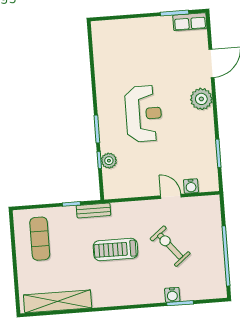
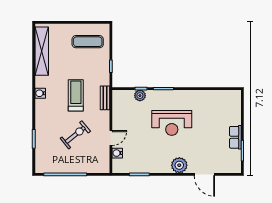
row of seats: (190, 22) -> (235, 137), moved
bench: (94, 210) -> (105, 98), moved
water cooler: (172, 295) -> (40, 93), moved

